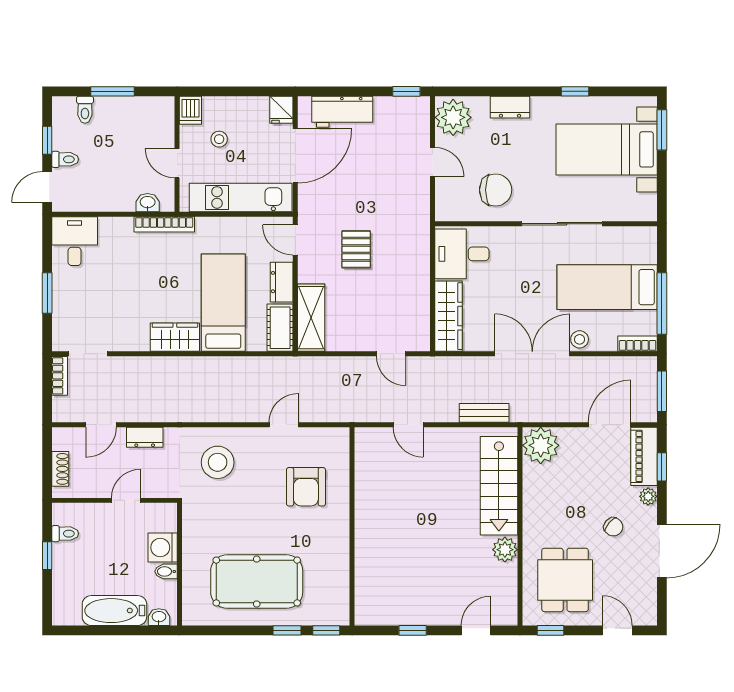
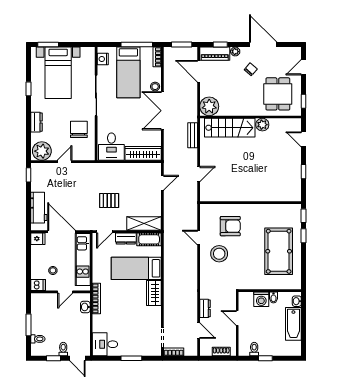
nightstand: (634, 237) -> (103, 59), added
stool: (218, 462) -> (219, 254), moved
dining table: (565, 580) -> (278, 94), turned 90

